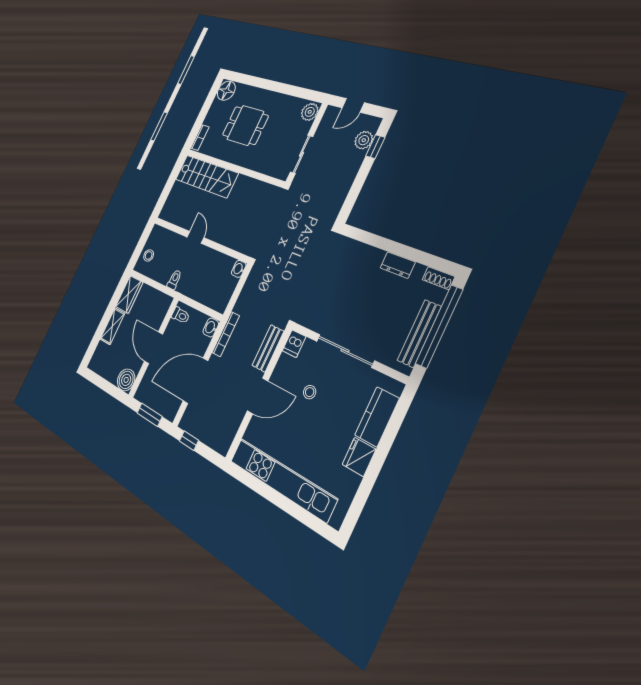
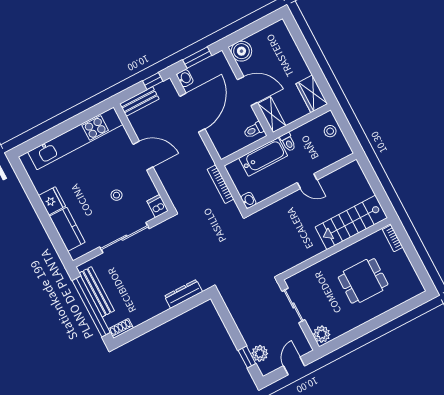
floor lamp: (226, 91) -> (412, 286), removed
dresser: (398, 265) -> (183, 294), moved, width x1.44
bathtub: (197, 289) -> (263, 157), added
shelving: (112, 326) -> (272, 115), moved
washbasin: (211, 328) -> (185, 78), moved
bookcase: (226, 334) -> (221, 184), moved
bench: (268, 348) -> (139, 101), moved, turned 90
door: (258, 396) -> (143, 156), swing flipped

